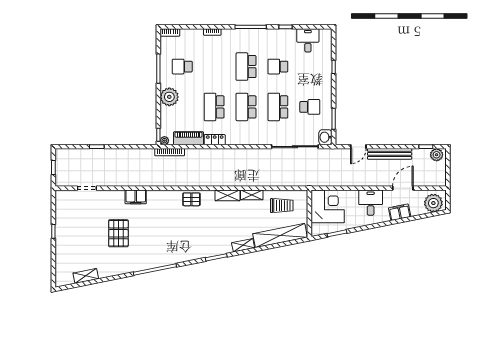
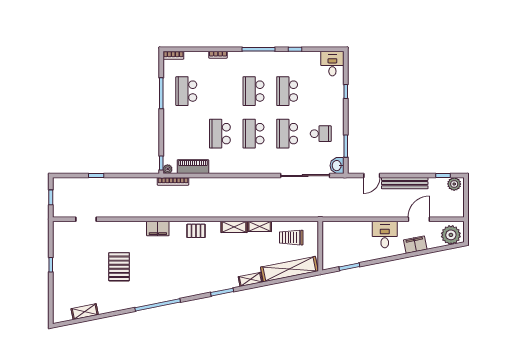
desk: (308, 40) -> (332, 64), moved
school desk: (182, 67) -> (186, 91), width x1.85
school desk: (278, 67) -> (287, 91), width x1.85
plant: (169, 97) -> (173, 123), removed
locker: (215, 140) -> (221, 168), removed
filing cabinet: (136, 197) -> (158, 228), moved
trolley: (282, 206) -> (291, 238), turned 180
corner desk: (328, 206) -> (339, 238), removed

